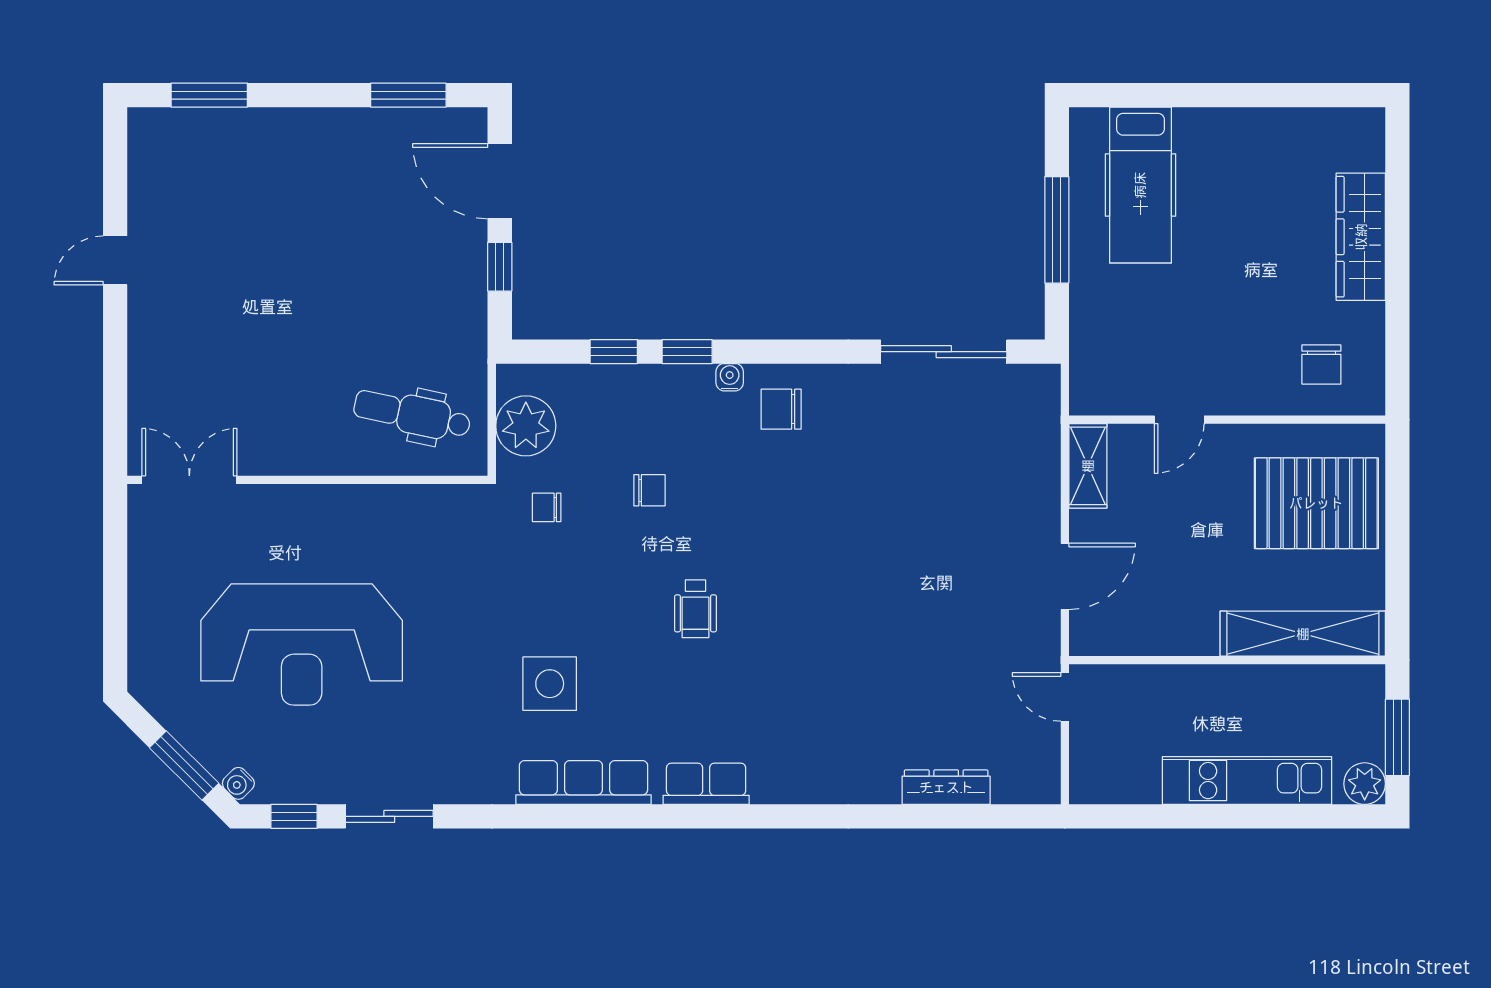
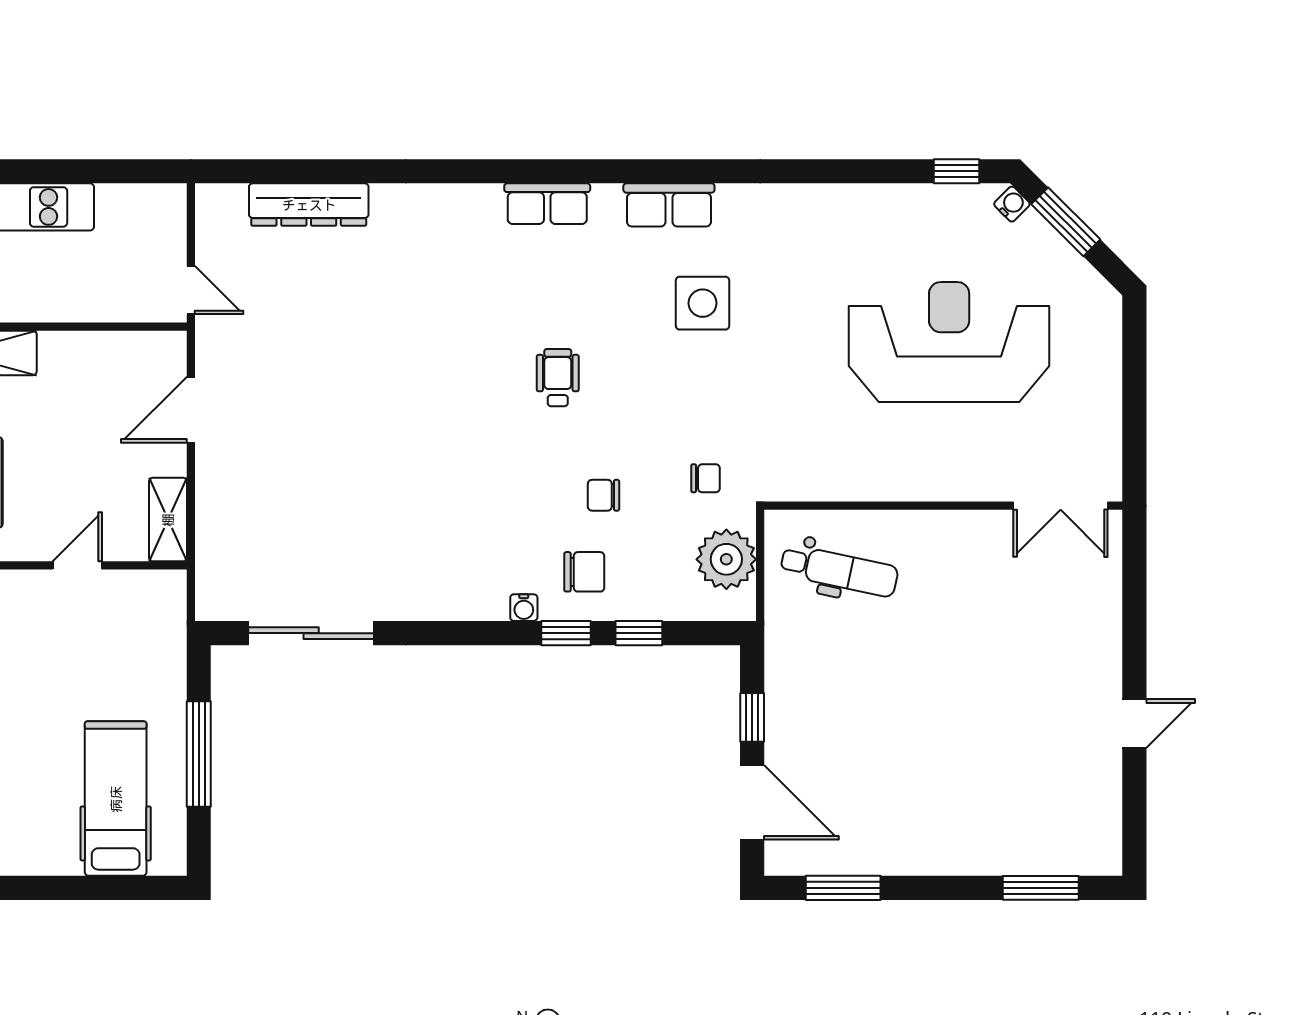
chair: (781, 409) -> (584, 572), moved
row of seats: (584, 782) -> (669, 205), width x0.68
dresser: (946, 787) -> (309, 205), width x1.37, depth x1.24
sliding door: (389, 816) -> (862, 171), removed

